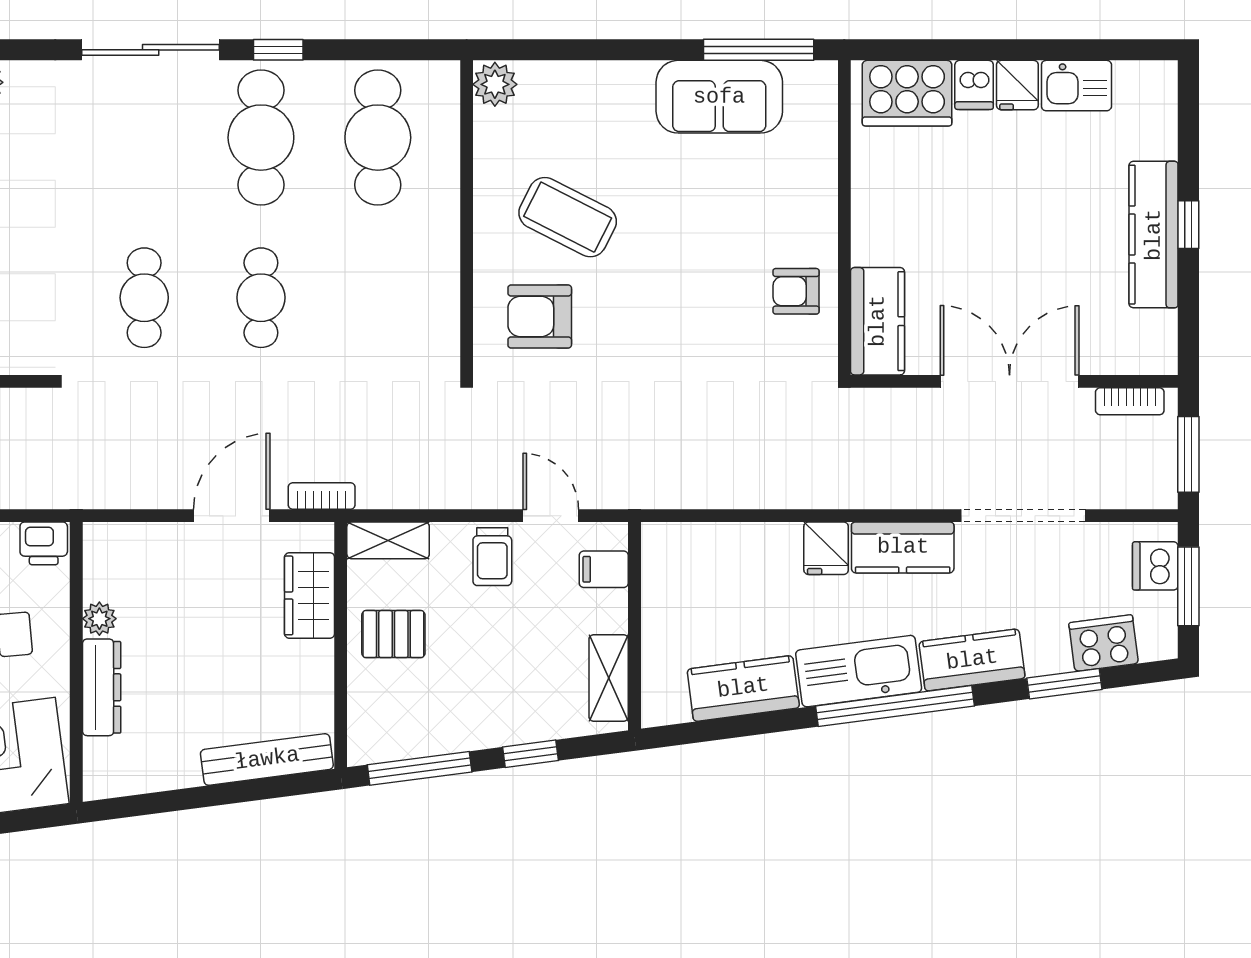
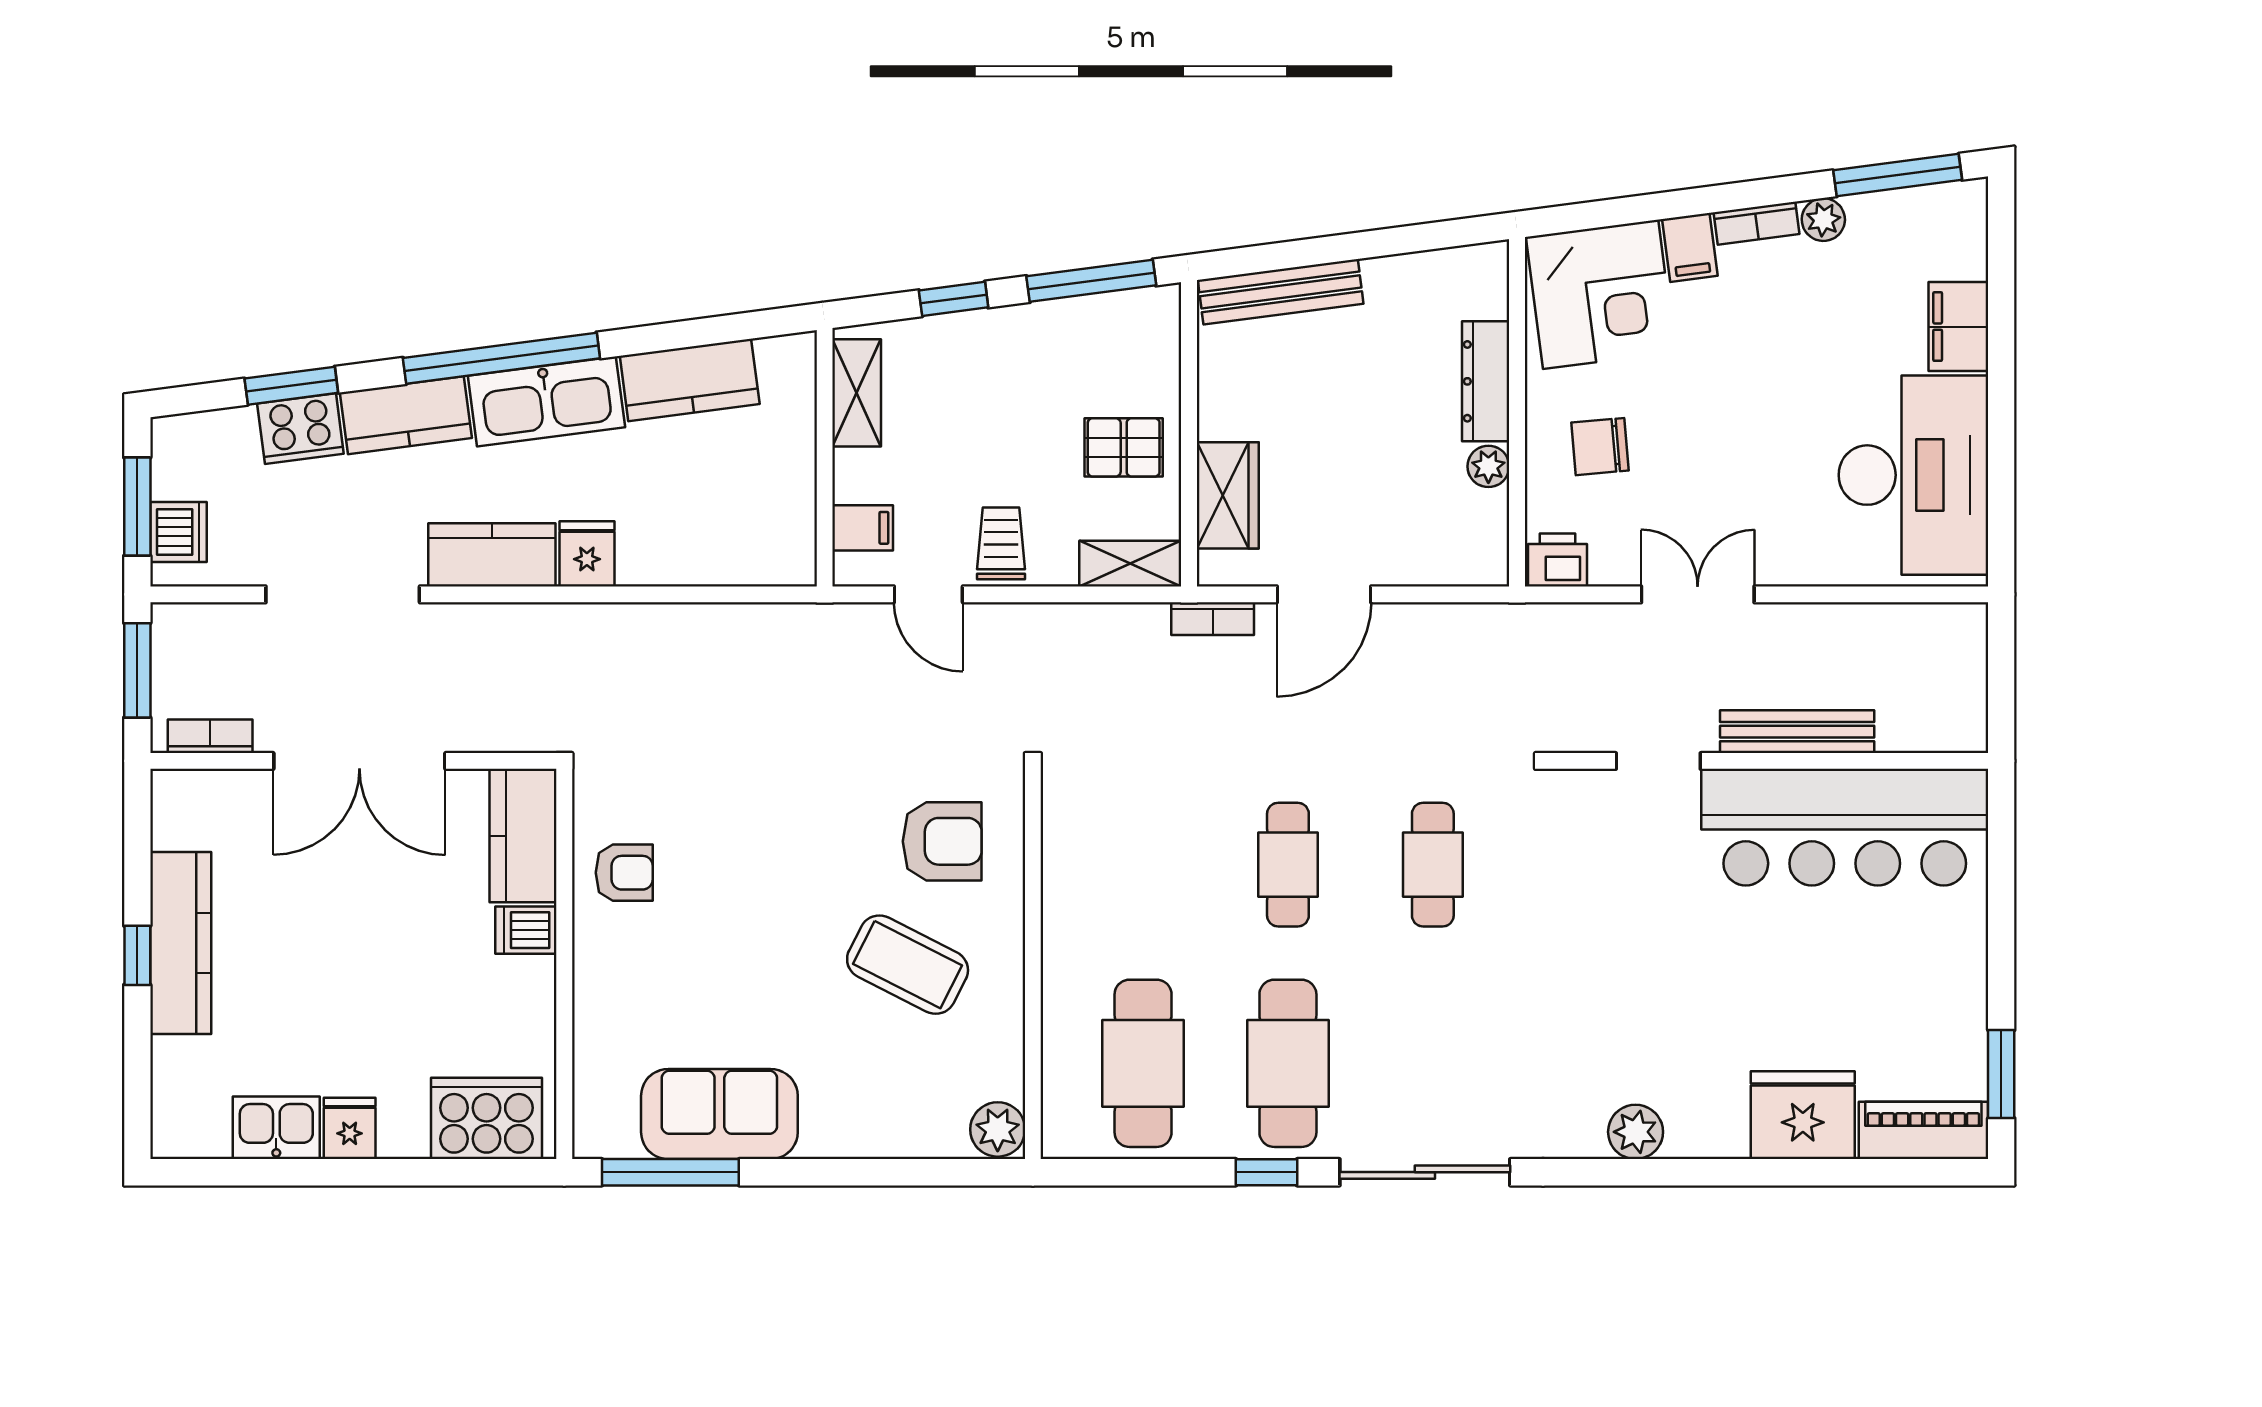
dishwasher: (974, 85) -> (526, 930), moved, turned -90
cooker: (1104, 643) -> (300, 429), moved

